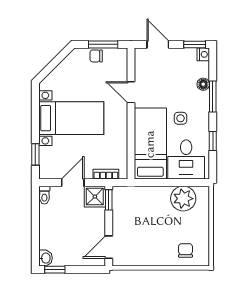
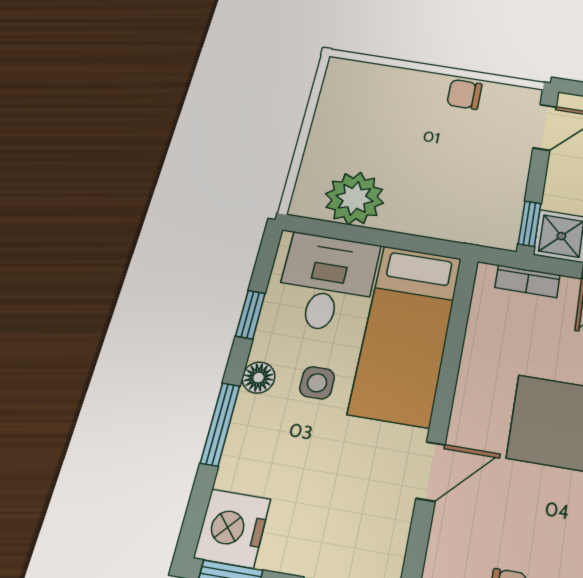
nightstand: (203, 54) -> (232, 528), width x1.89, depth x1.79
floor lamp: (203, 84) -> (258, 378), moved
door: (131, 92) -> (431, 471), hinge flipped
chair: (185, 250) -> (464, 94), moved, turned 90

